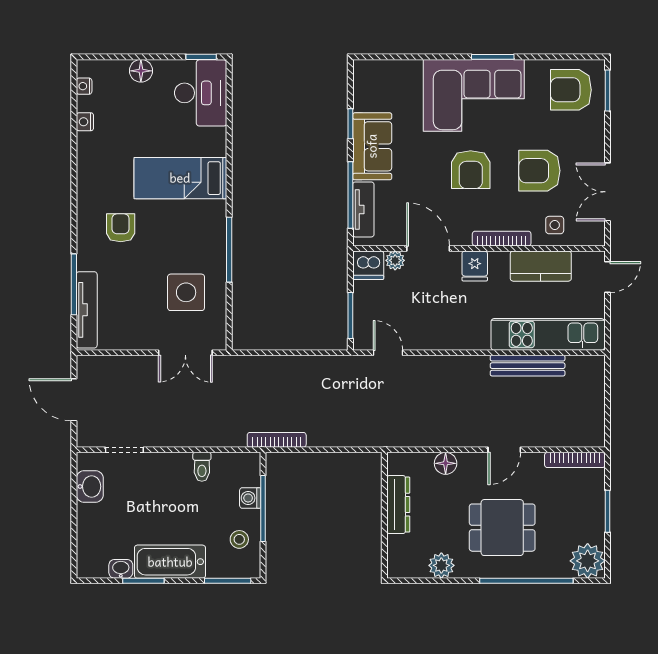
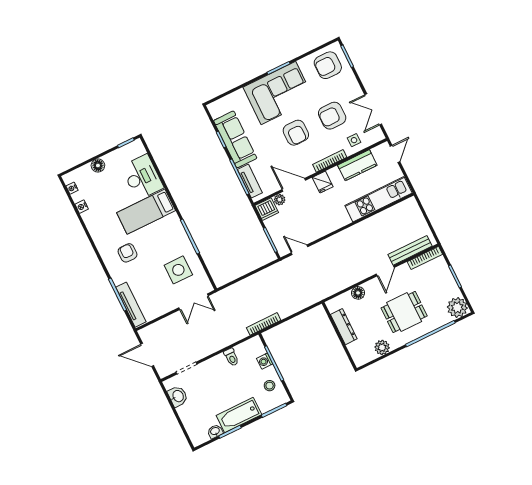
desk: (201, 93) -> (142, 177), moved
sofa: (372, 146) -> (235, 139), width x1.36
bench: (528, 366) -> (410, 250), moved

